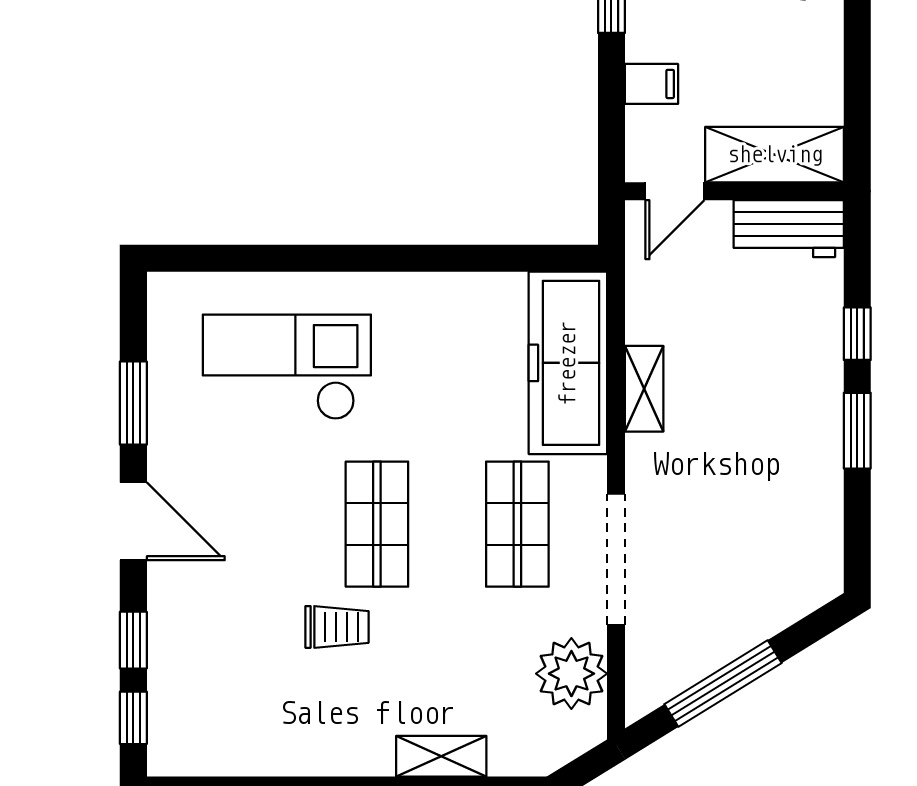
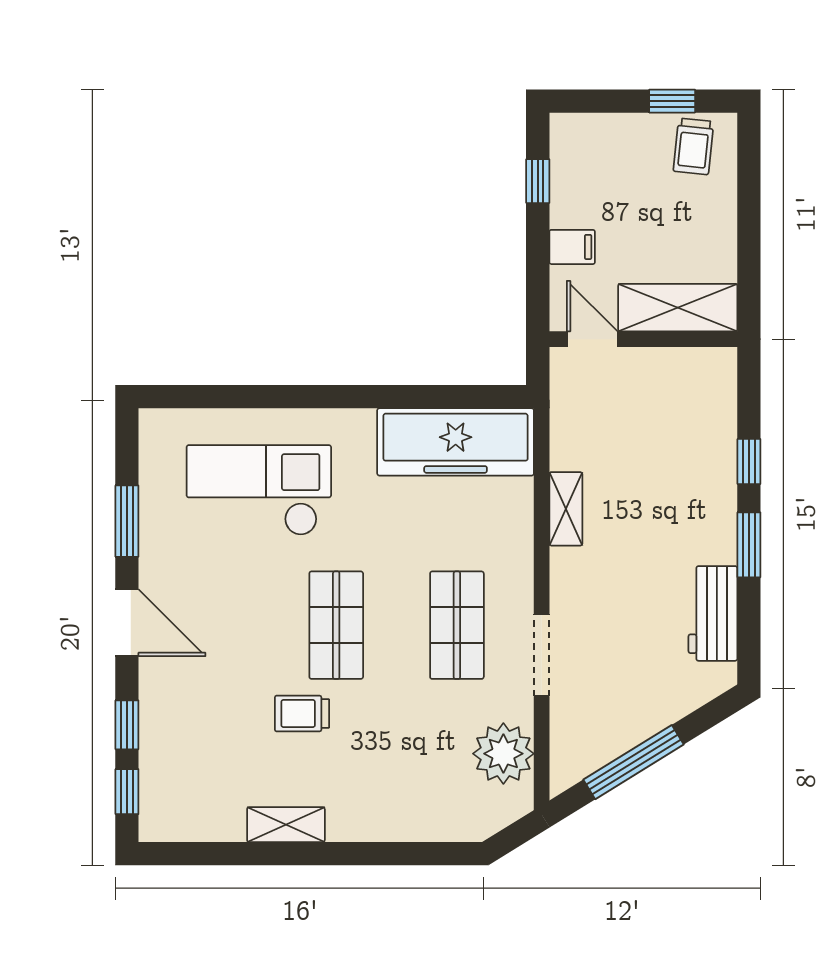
door: (675, 191) -> (592, 339), swing flipped
workbench: (789, 229) -> (713, 613), moved, turned 90
freezer: (568, 363) -> (456, 442), moved, turned -90
doorway: (616, 559) -> (542, 655), width x0.73
trolley: (337, 627) -> (302, 714), turned 180
shelving: (441, 756) -> (286, 825), moved

